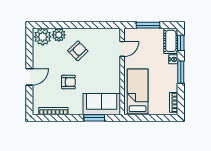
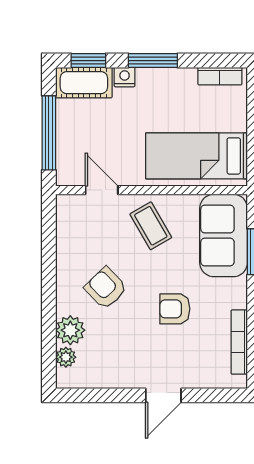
window: (148, 25) -> (49, 133), width x1.44
plant: (43, 37) -> (66, 357), width x0.53, depth x0.53
coffee table: (106, 71) -> (151, 226), added
door: (29, 77) -> (163, 395), swing flipped
armchair: (68, 82) -> (175, 309), turned -90

